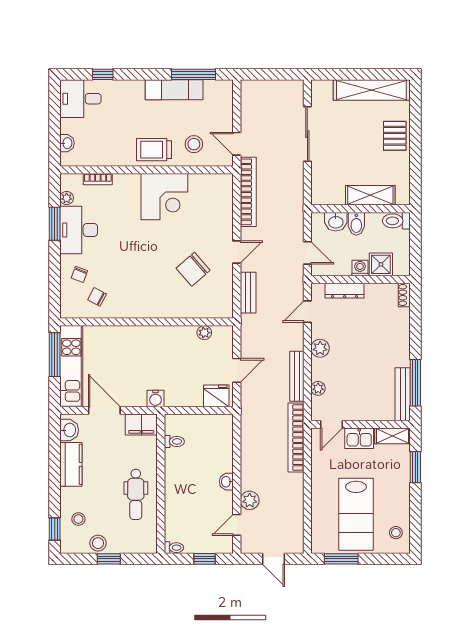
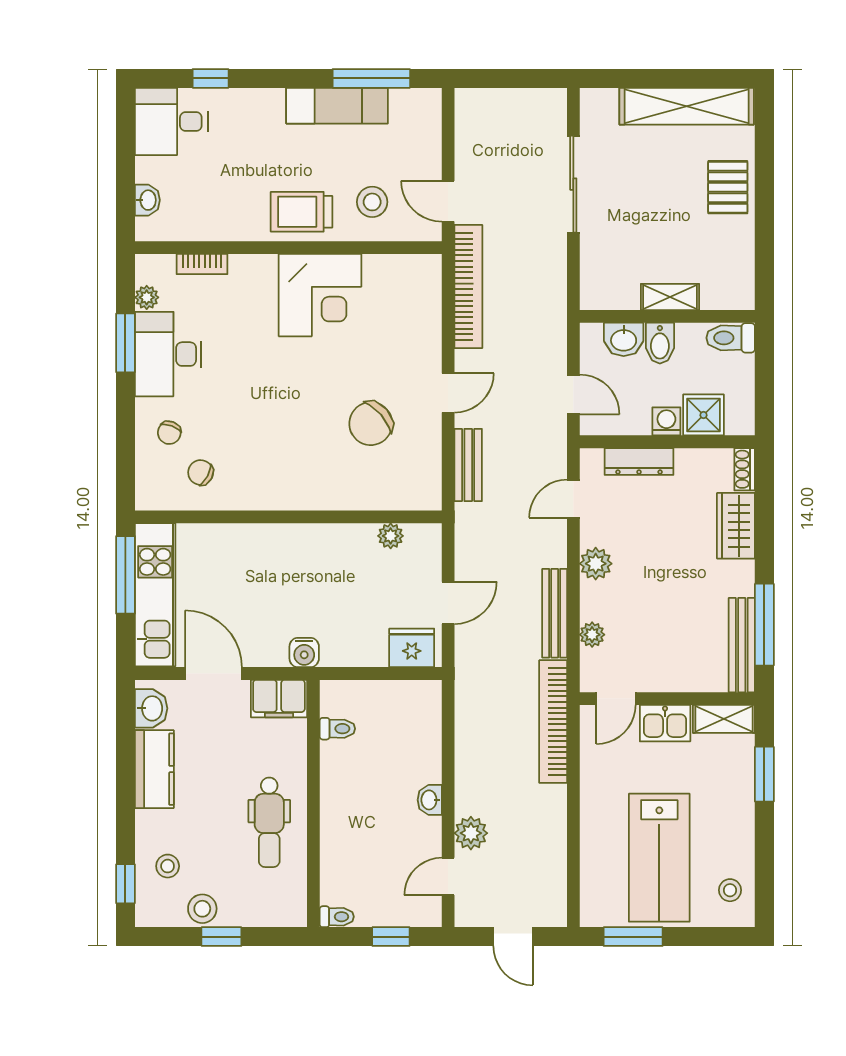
shelving: (370, 195) -> (670, 297), width x0.67, depth x0.75
wardrobe: (399, 327) -> (736, 526), added

